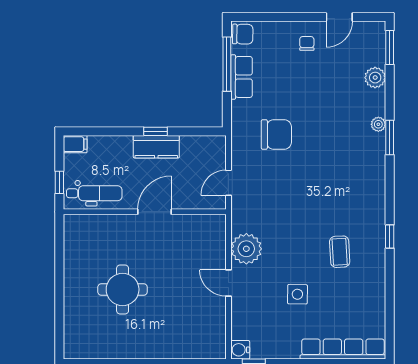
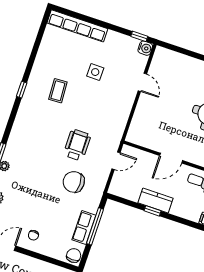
chair: (243, 34) -> (74, 255), turned 89
window: (227, 64) -> (95, 226), moved
wheelchair: (289, 186) -> (77, 145), added
plant: (246, 249) -> (119, 113), removed
door: (228, 283) -> (142, 82), moved

